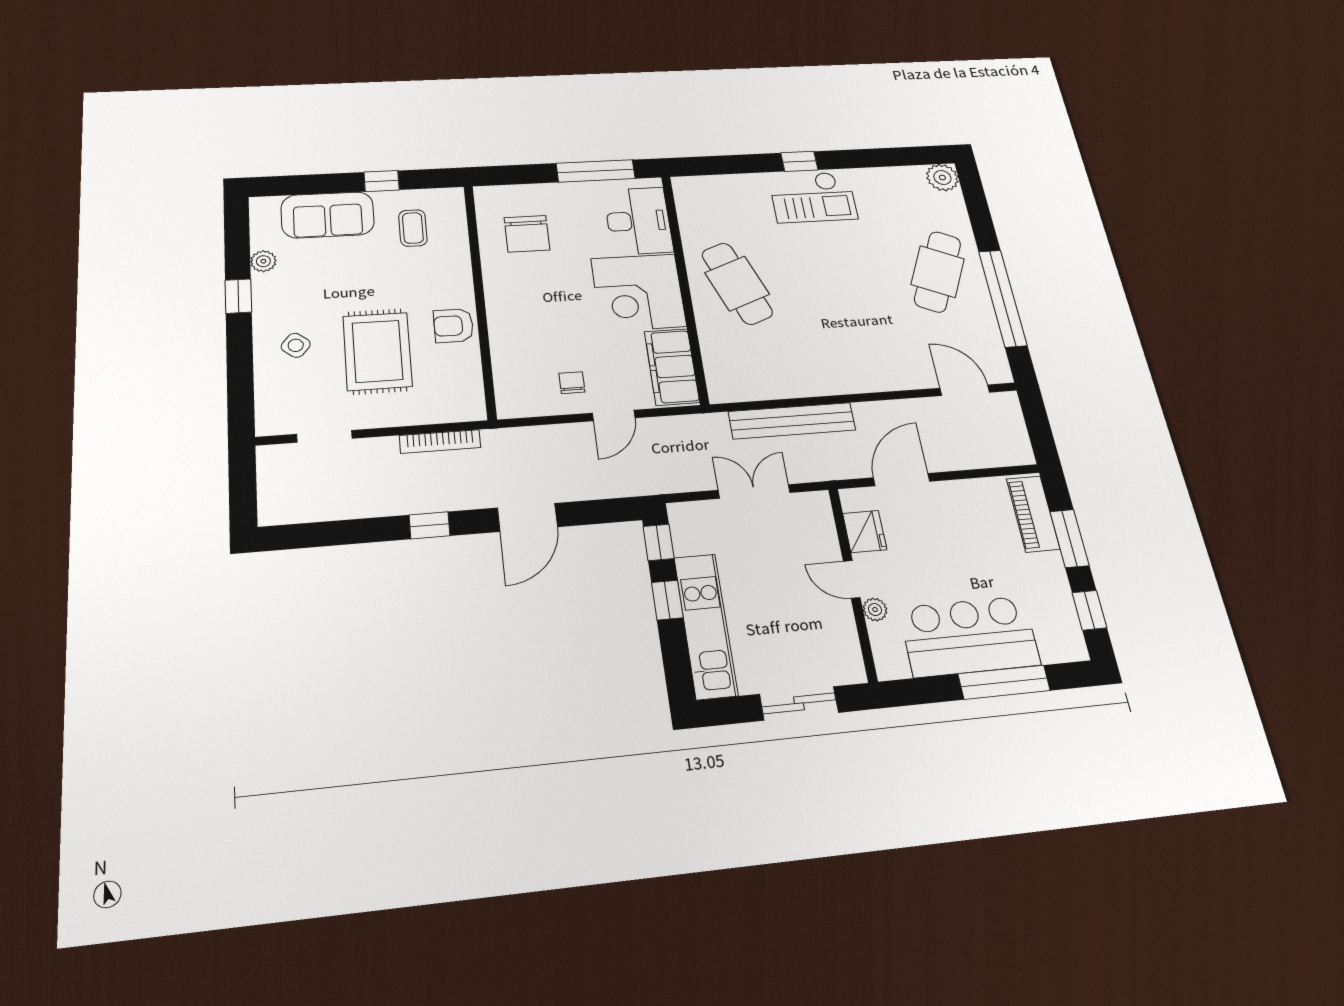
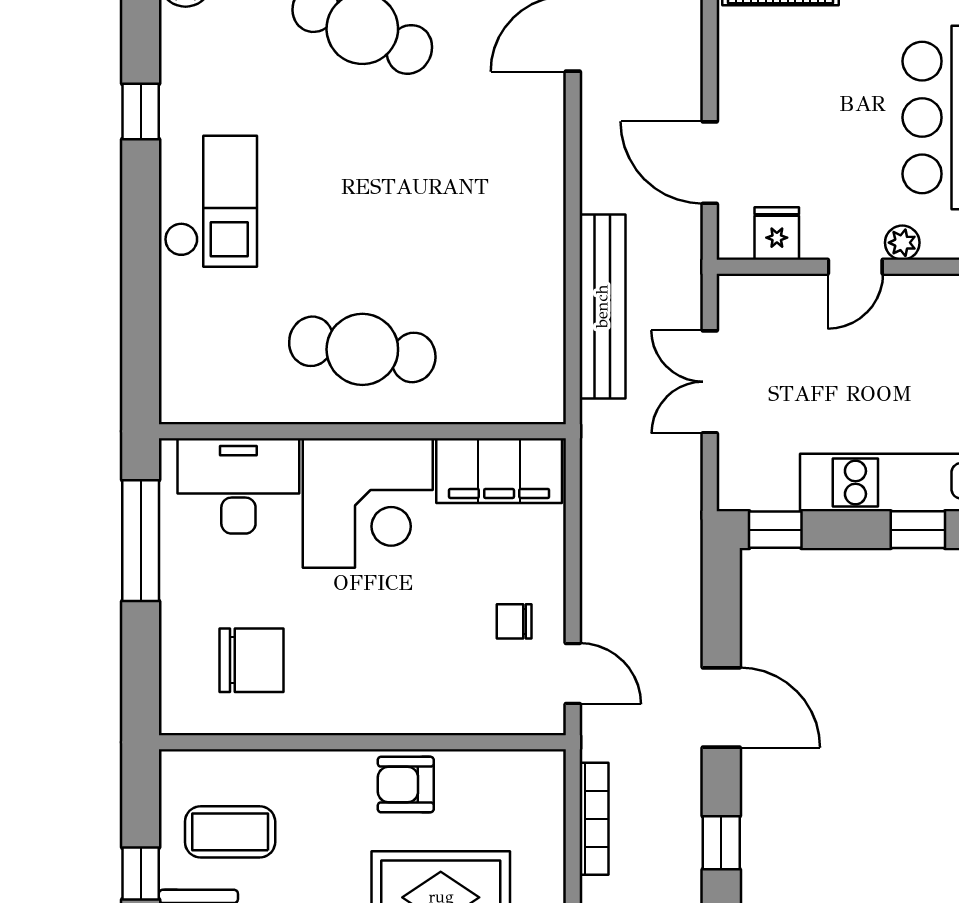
window: (799, 161) -> (141, 112), moved
coffee table: (413, 228) -> (230, 832), width x1.36, depth x1.30
cafe table: (737, 284) -> (362, 349), turned 30
armchair: (454, 326) -> (406, 785), turned 90
door: (614, 416) -> (573, 674), moved
fridge: (865, 531) -> (777, 233), width x0.72
window: (667, 600) -> (918, 530), moved

